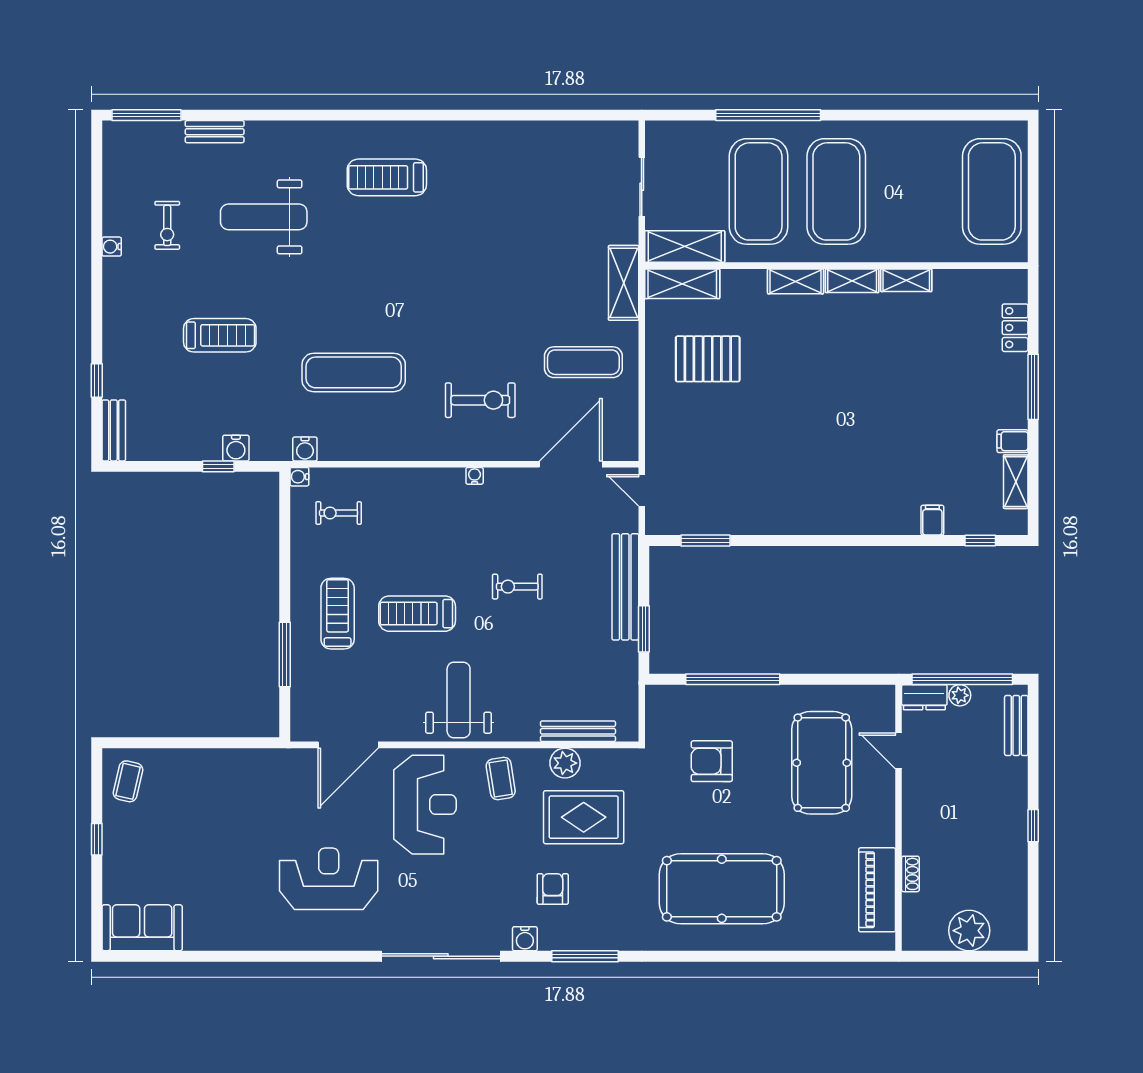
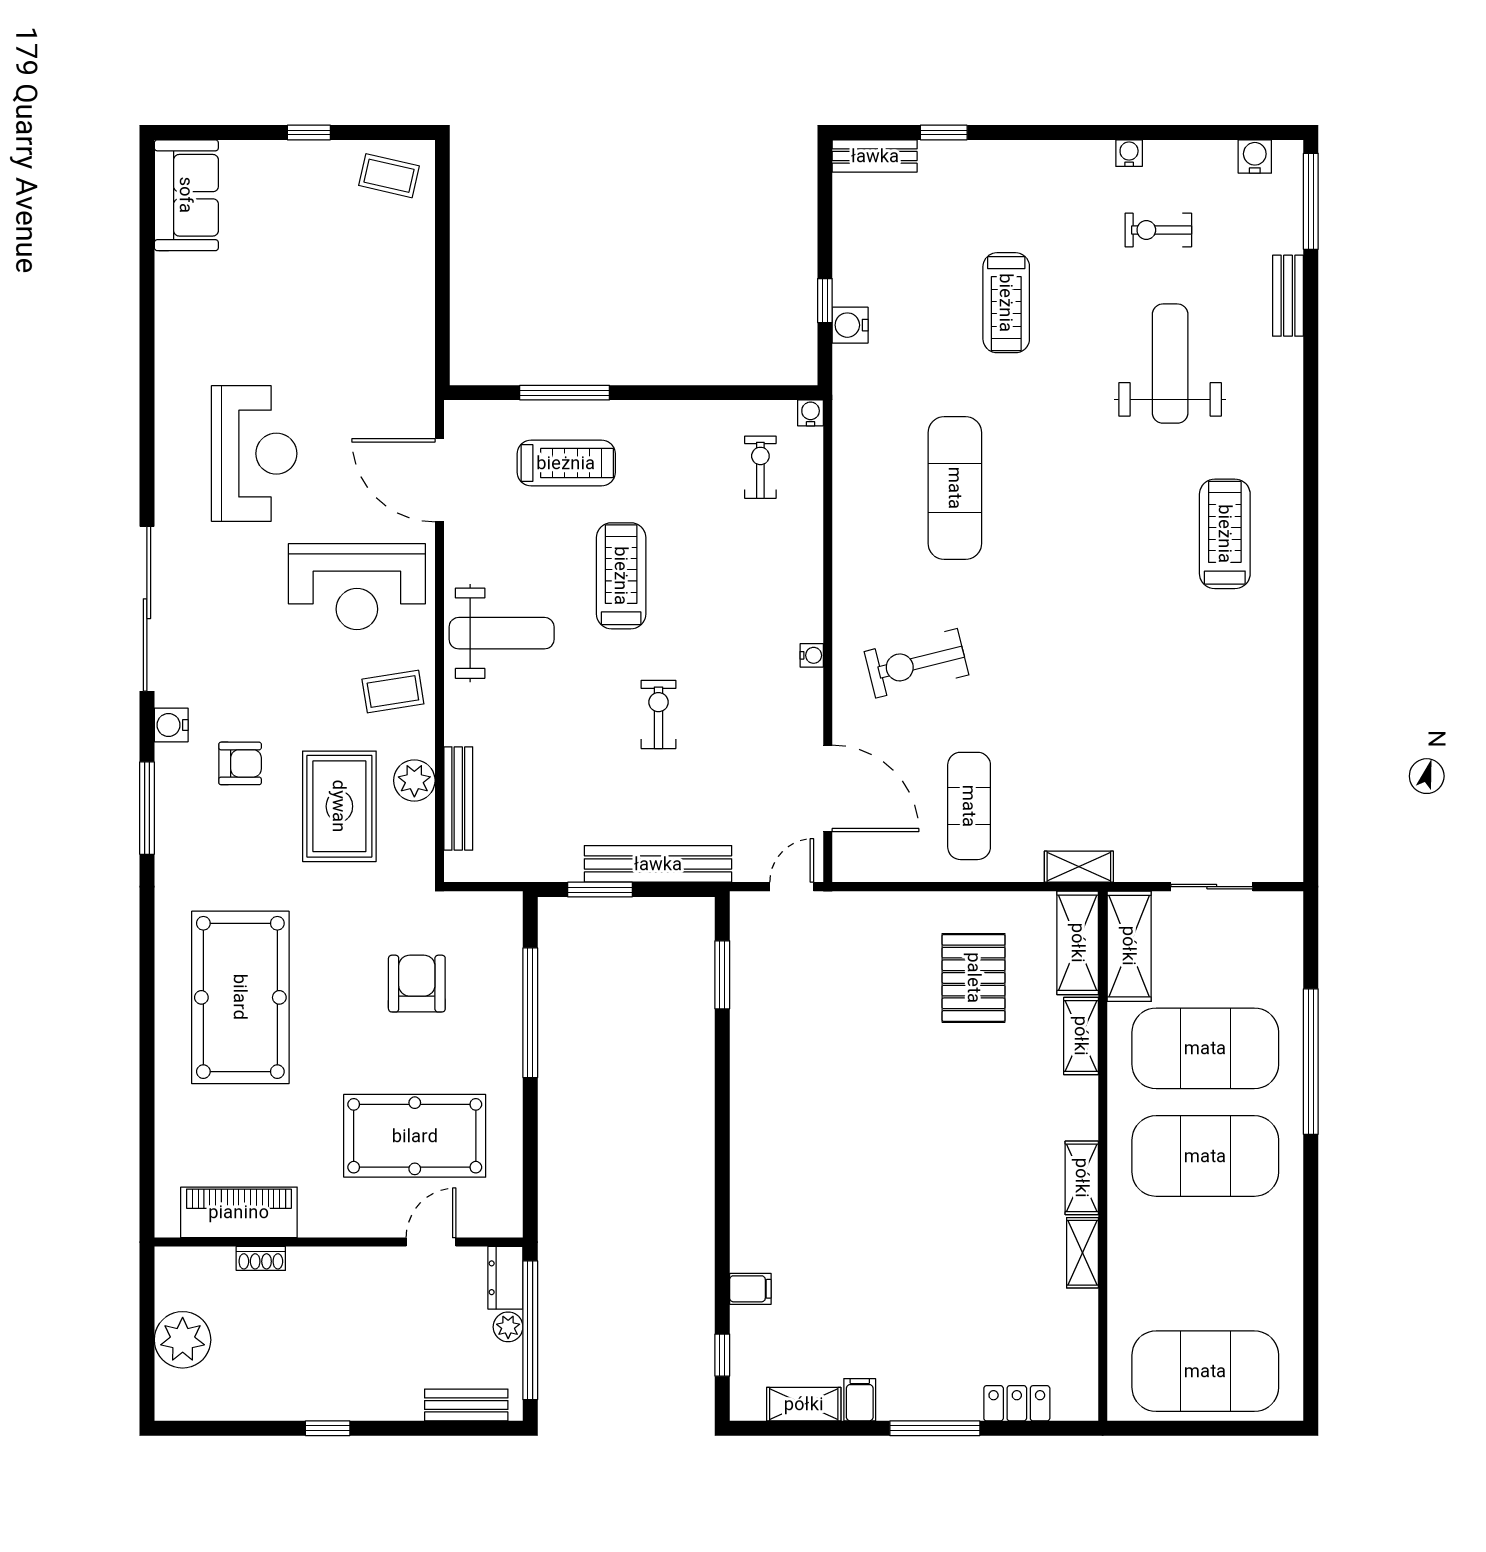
shelving: (796, 281) -> (1081, 1036), moved
shelving: (624, 283) -> (1079, 867), width x0.67, depth x0.75
exercise bike: (480, 400) -> (916, 663), turned 76
water cooler: (305, 449) -> (1255, 156), moved, turned 90
treadmill: (338, 614) -> (566, 463), moved

